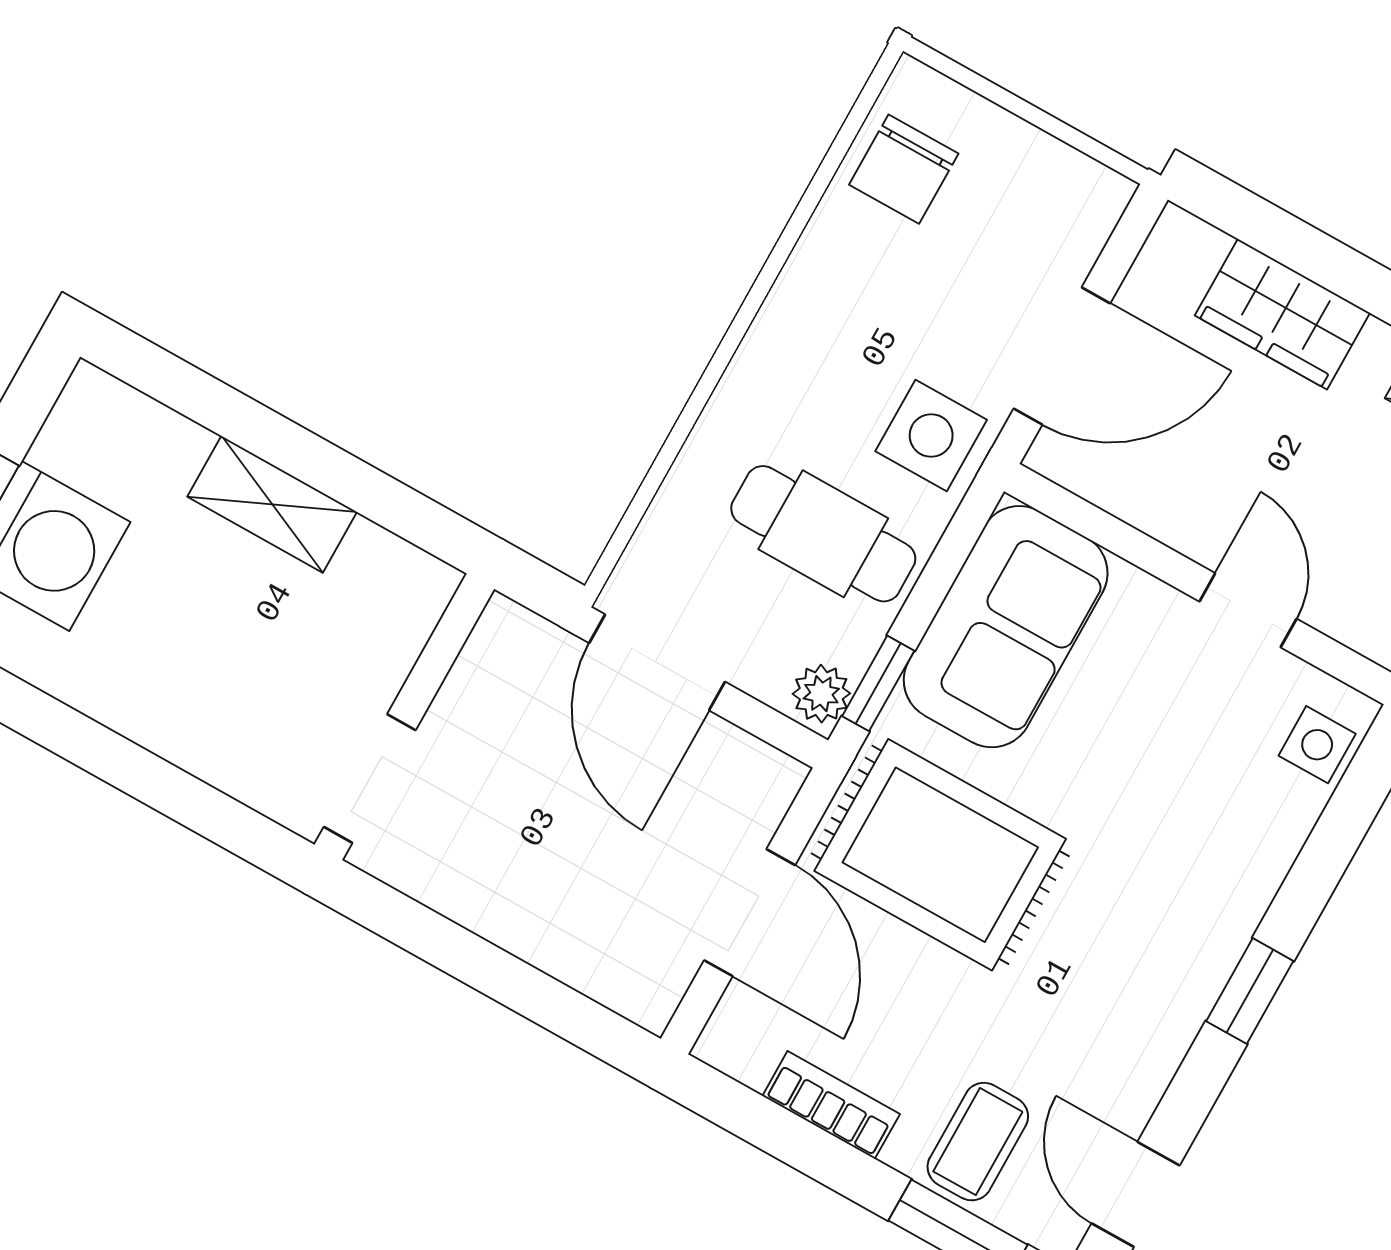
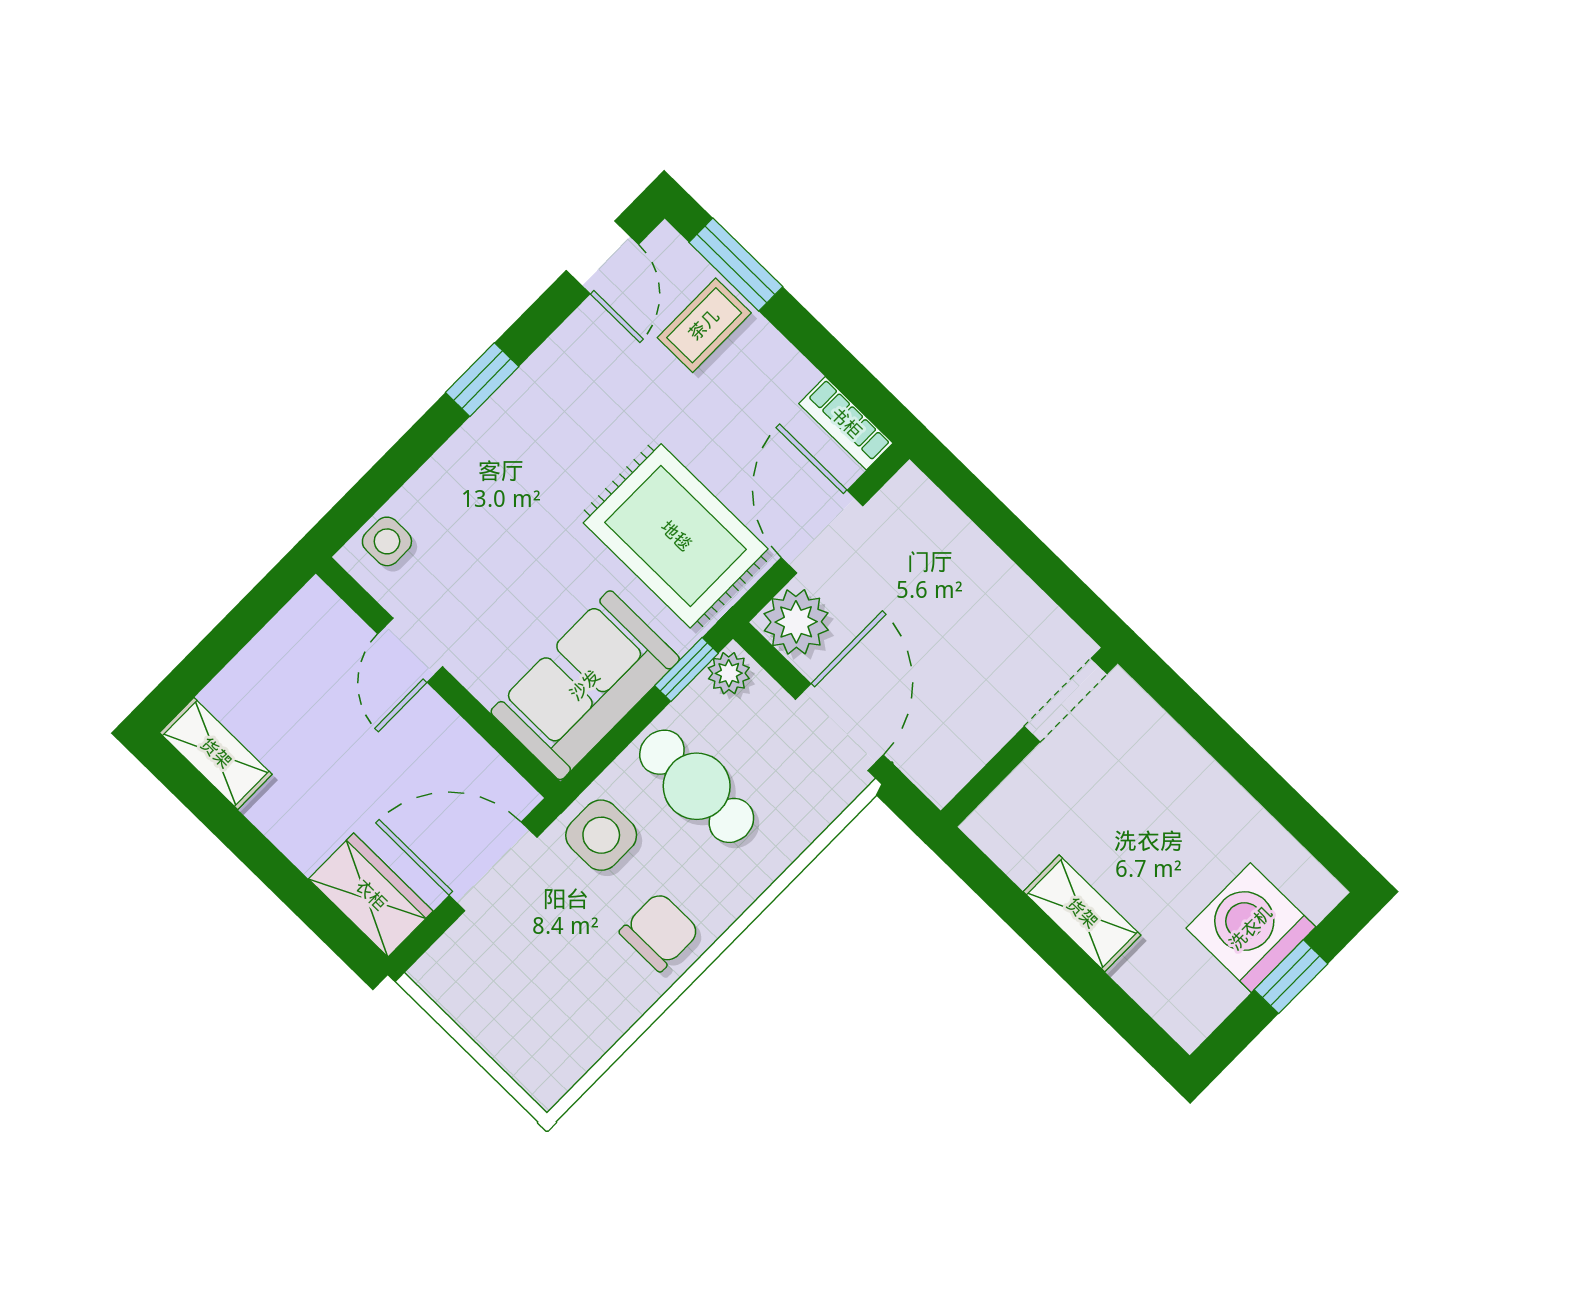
chair: (904, 169) -> (660, 932), moved
wardrobe: (1282, 314) -> (371, 895), moved
plant: (751, 785) -> (796, 622), added
bookcase: (831, 1105) -> (846, 423), moved

